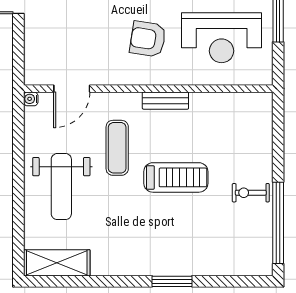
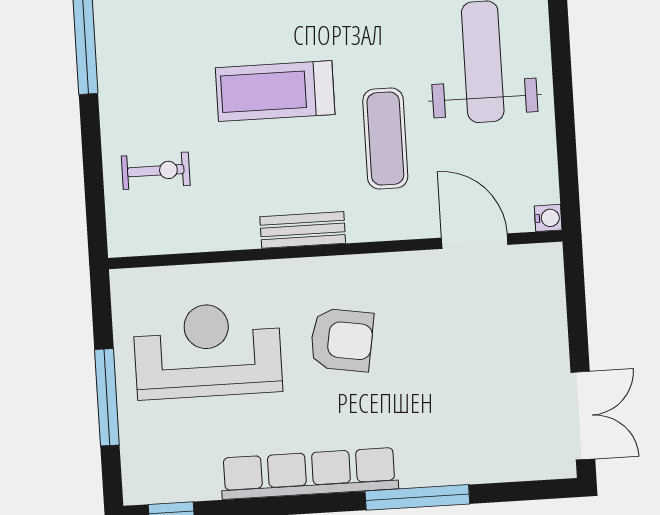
door: (72, 89) -> (475, 241), hinge flipped
exercise bike: (251, 193) -> (156, 171), moved

